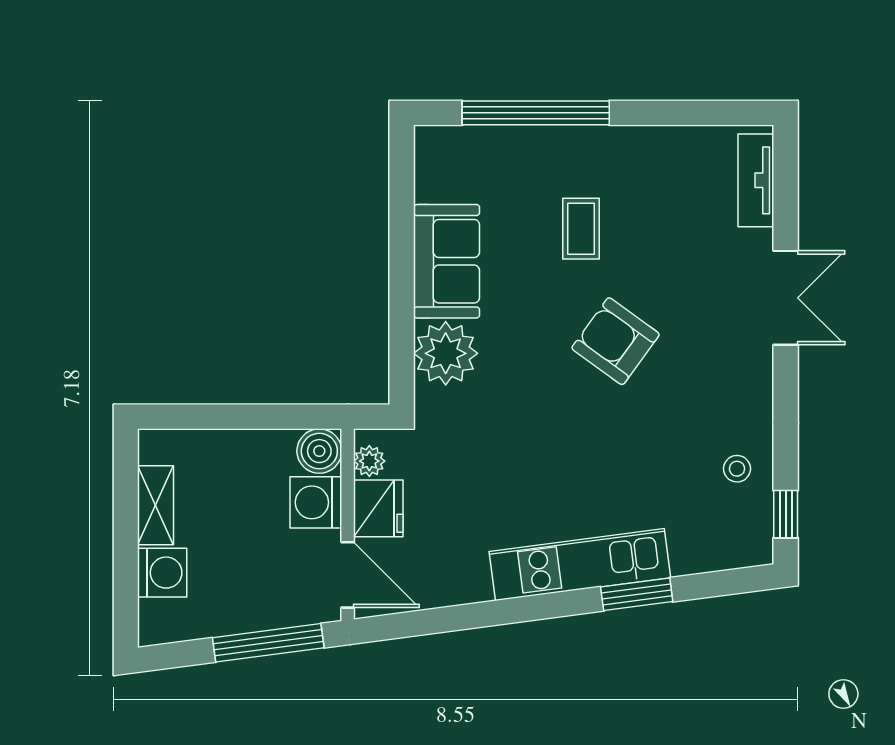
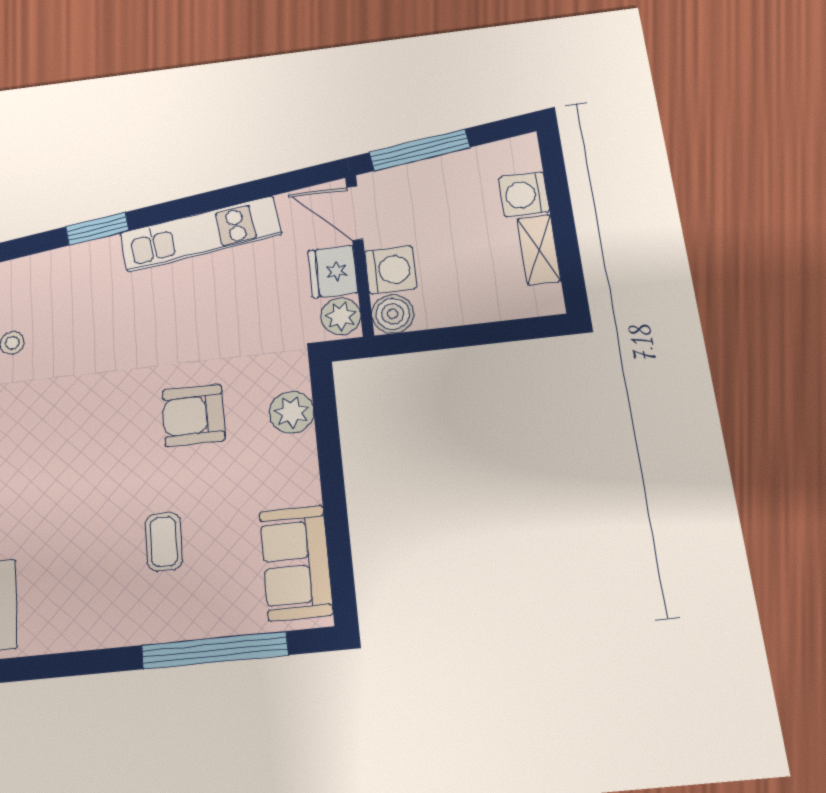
sofa: (447, 261) -> (296, 563), moved
armchair: (616, 341) -> (193, 415), moved, turned 144
plant: (446, 353) -> (292, 412), width x0.73, depth x0.73
plant: (369, 461) -> (341, 316), width x1.38, depth x1.38
kitchen unit: (580, 565) -> (200, 234), moved

